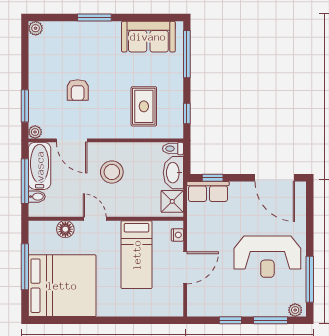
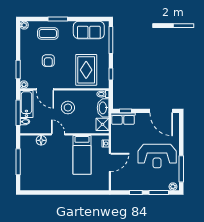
coffee table: (77, 43) -> (48, 33), added
rug: (144, 106) -> (86, 70), width x1.36, depth x1.43
bed: (62, 286) -> (39, 173), removed

